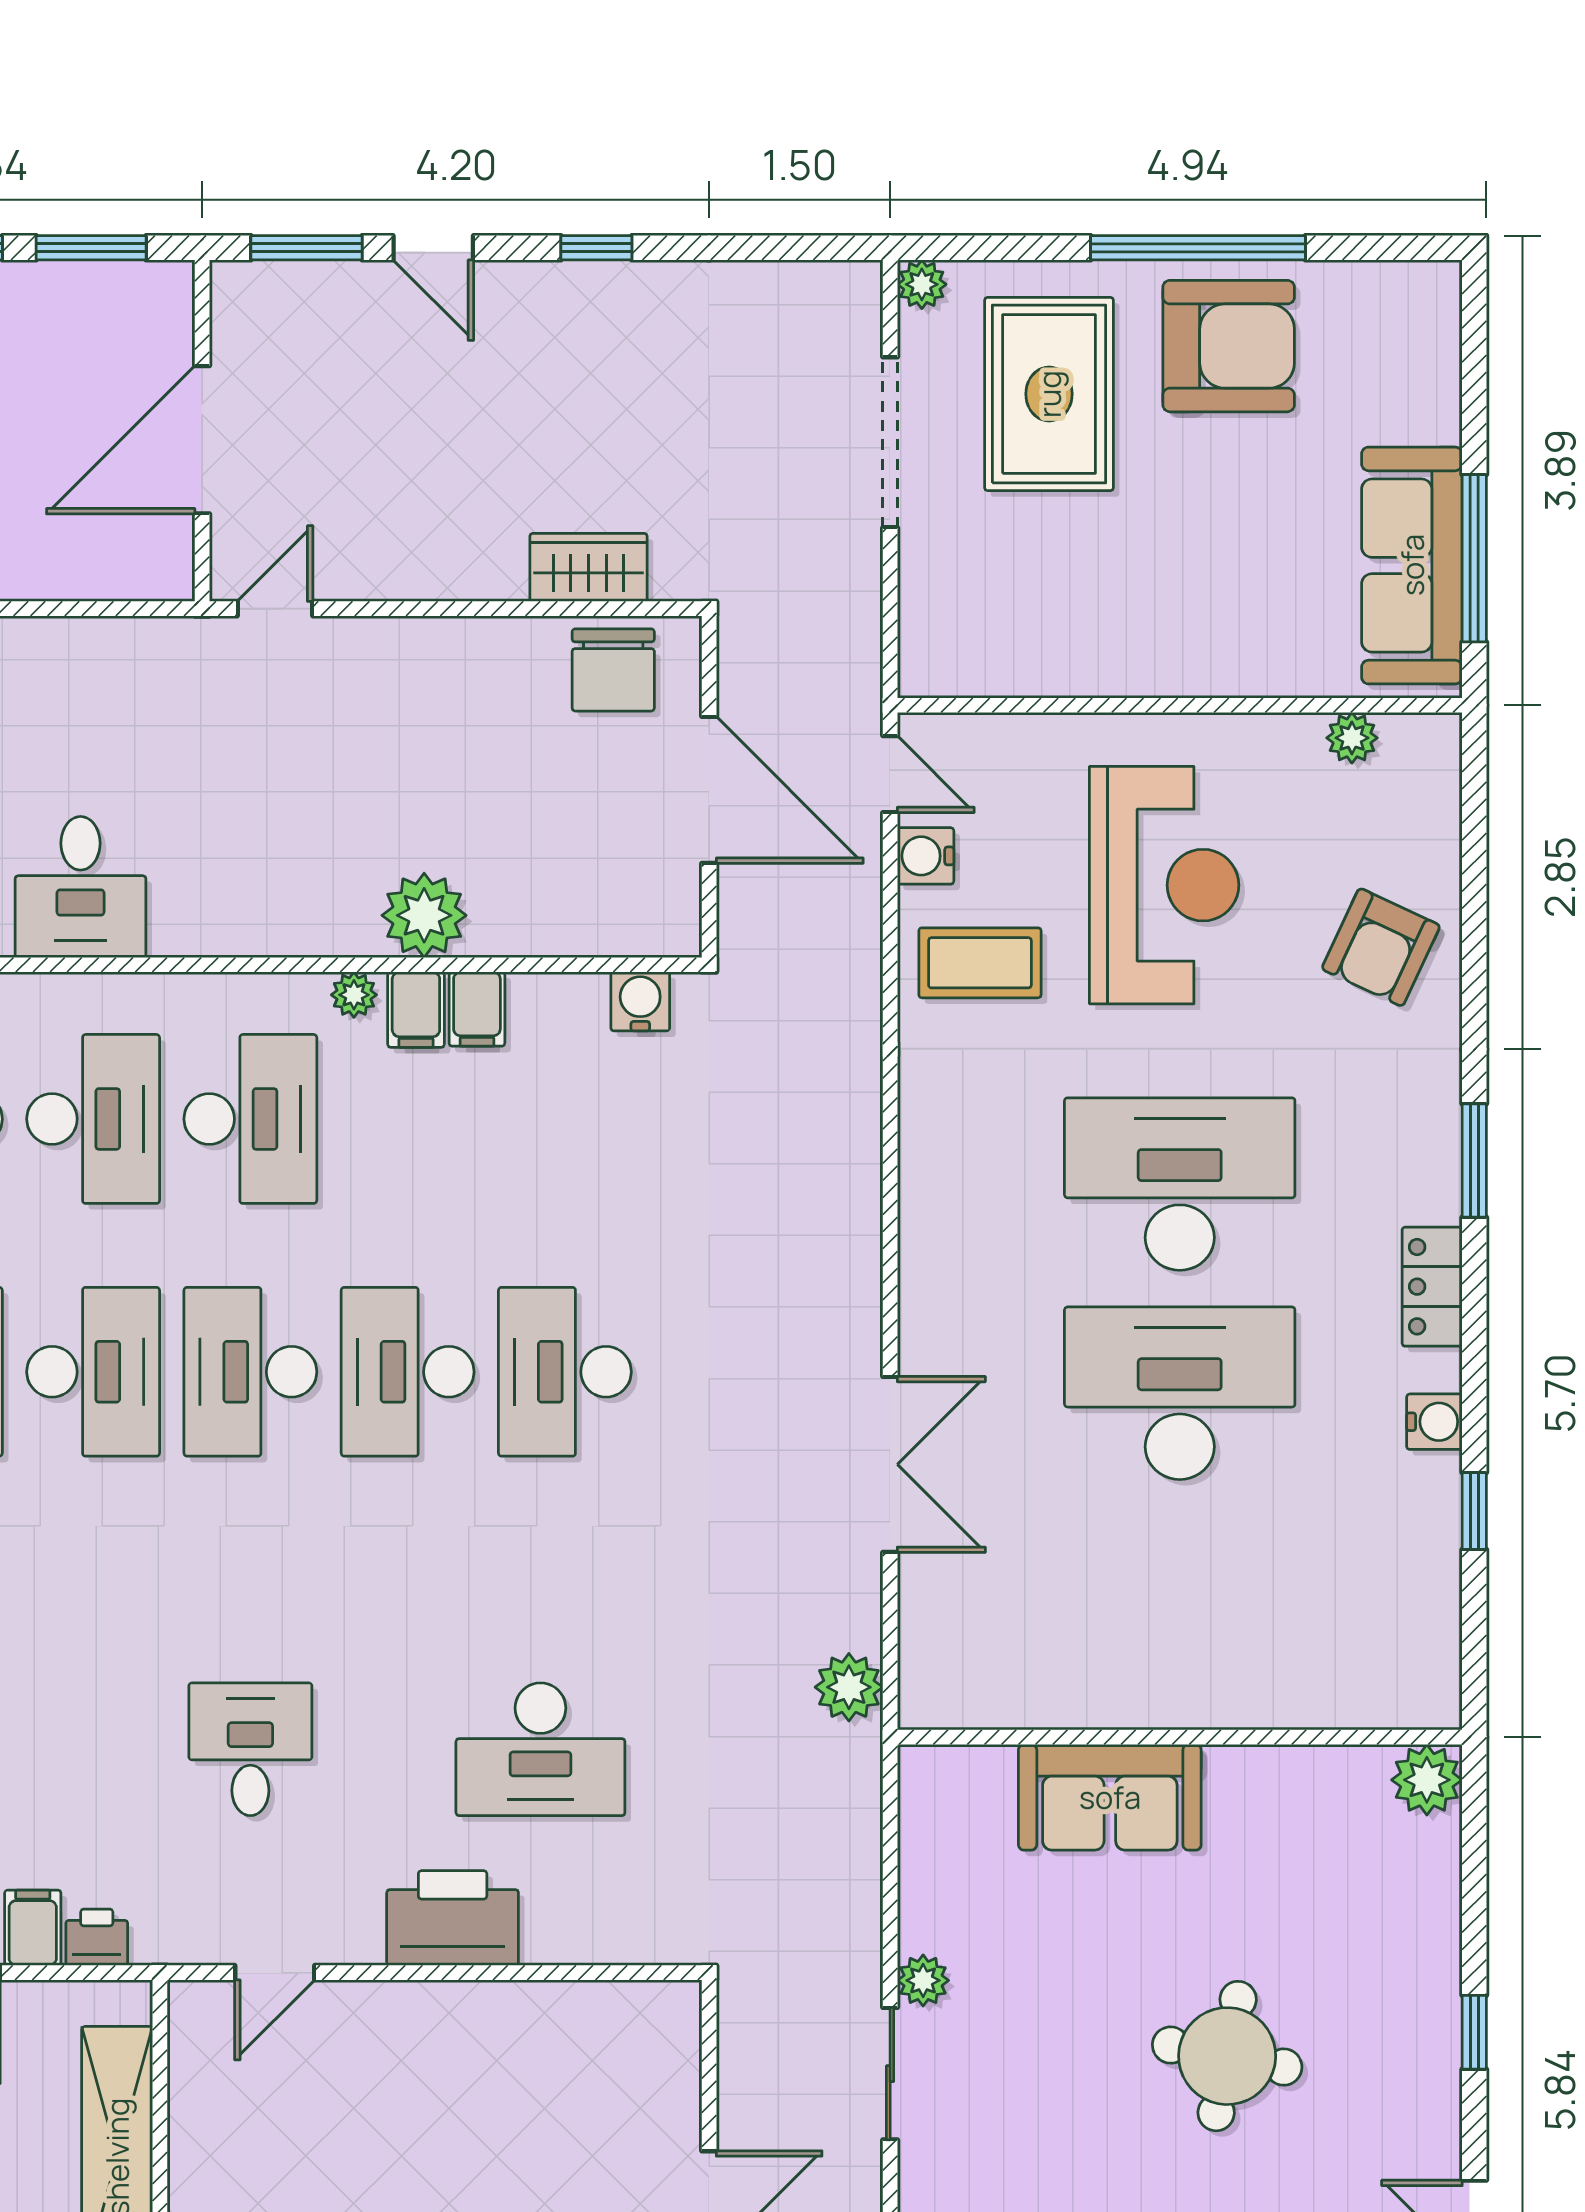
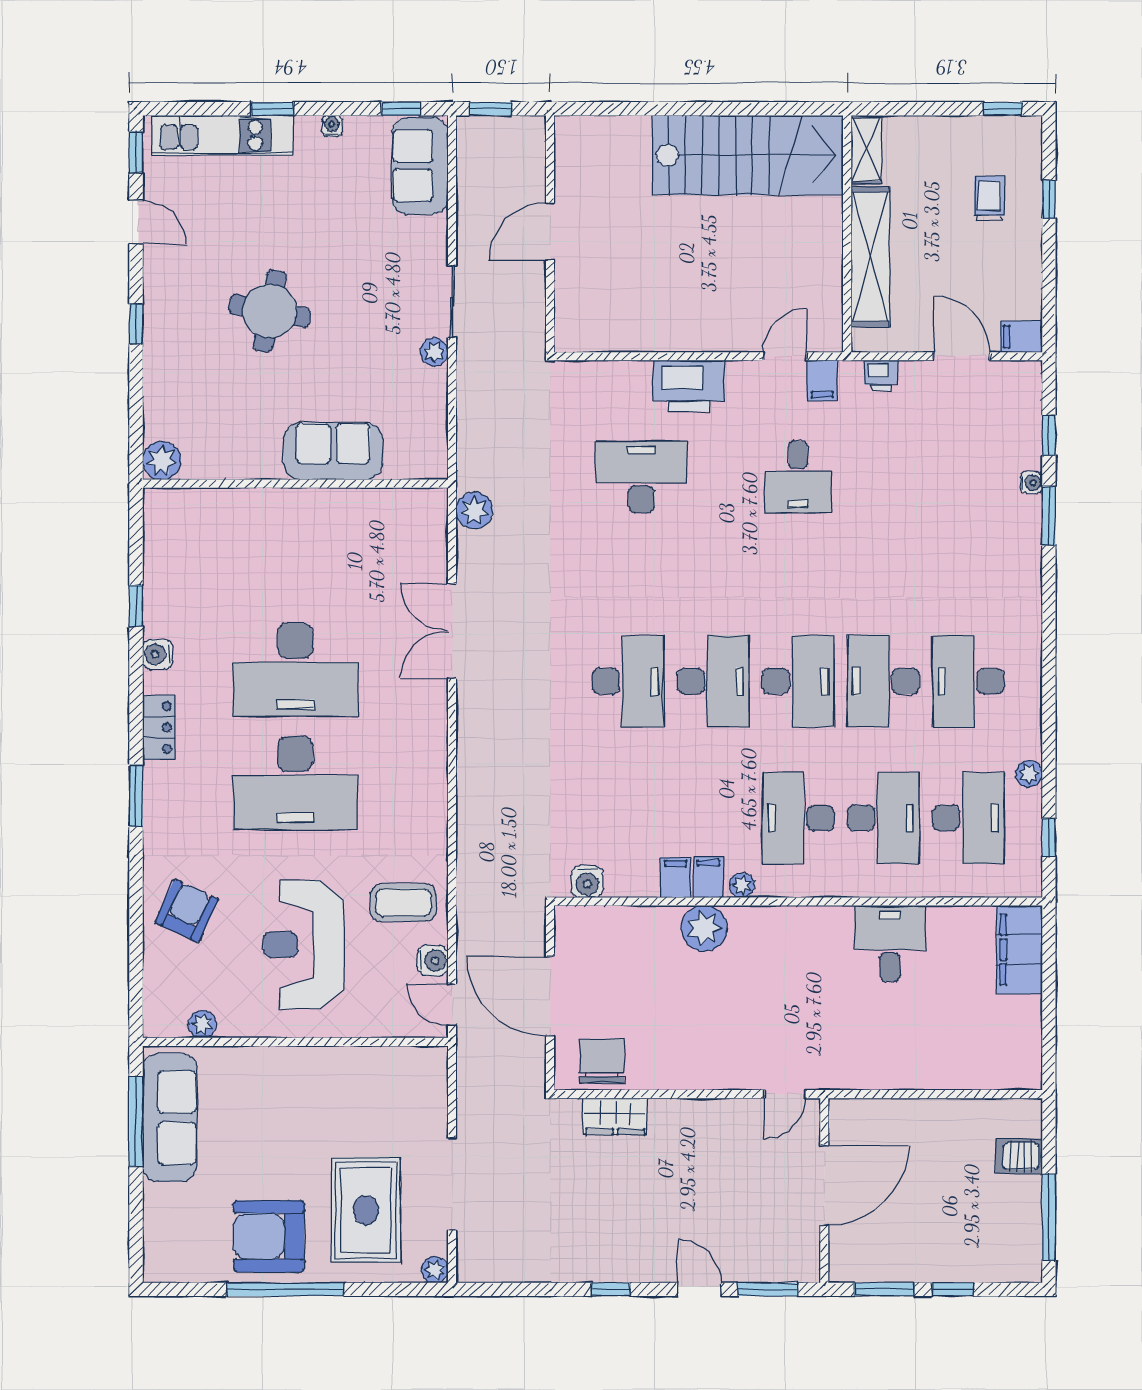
desk: (93, 1119) -> (883, 818), turned 180
filing cabinet: (33, 1928) -> (822, 381), moved

